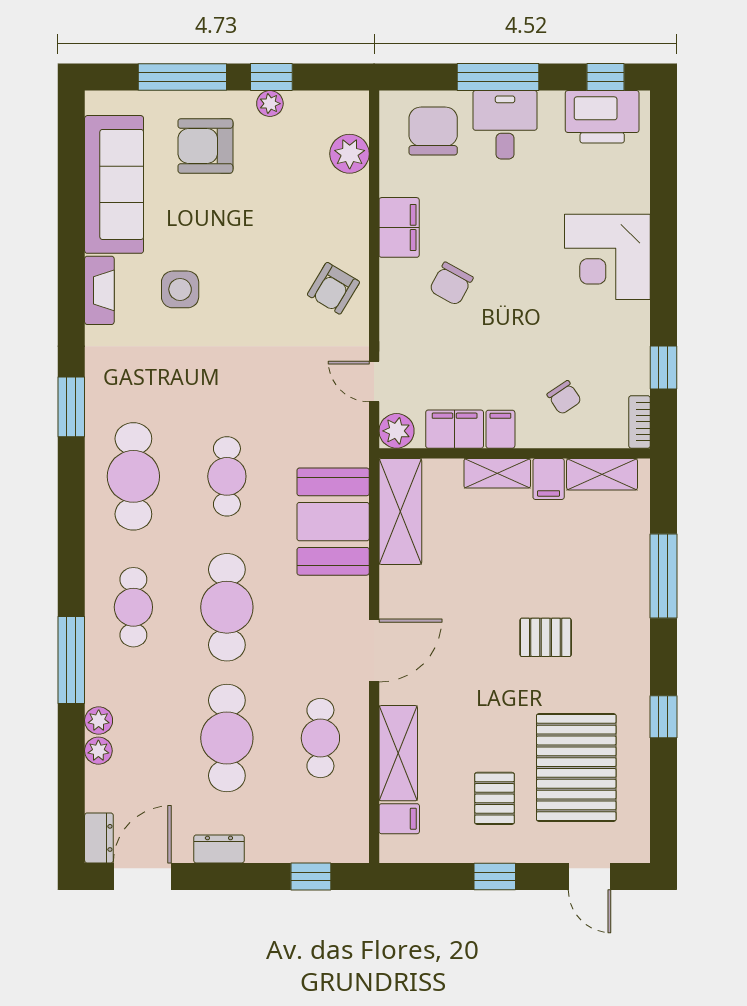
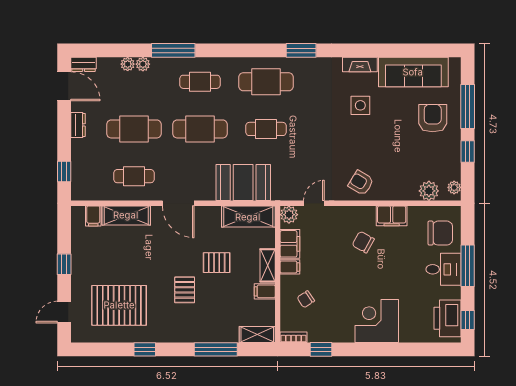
plant: (270, 104) -> (454, 187), moved
shelving: (602, 474) -> (257, 335), moved, turned 90
pallet: (494, 798) -> (217, 263), moved

